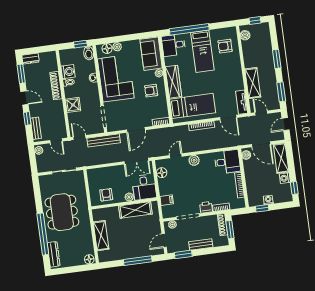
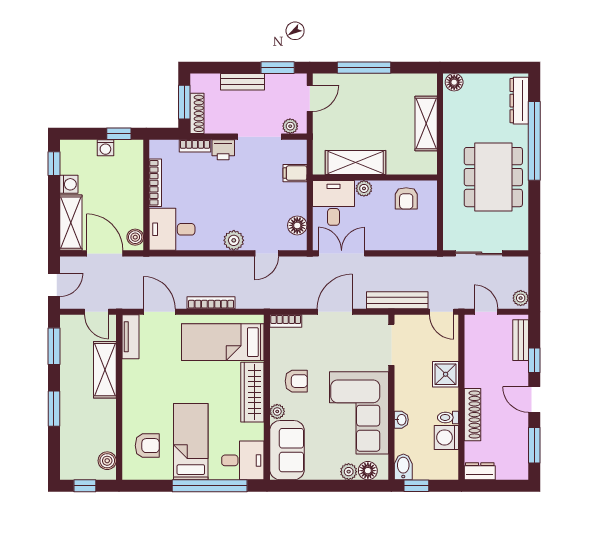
dresser: (30, 59) -> (480, 471), moved

